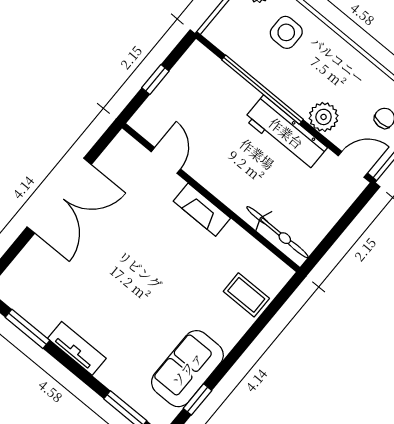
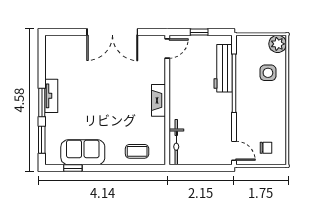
plant: (324, 117) -> (244, 120), removed
workbench: (286, 133) -> (223, 68), moved
door: (166, 160) -> (167, 48), moved
coffee table: (246, 295) -> (137, 151), turned 90
window: (27, 329) -> (42, 103), moved

